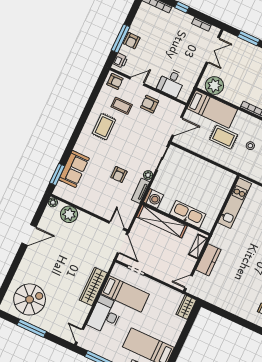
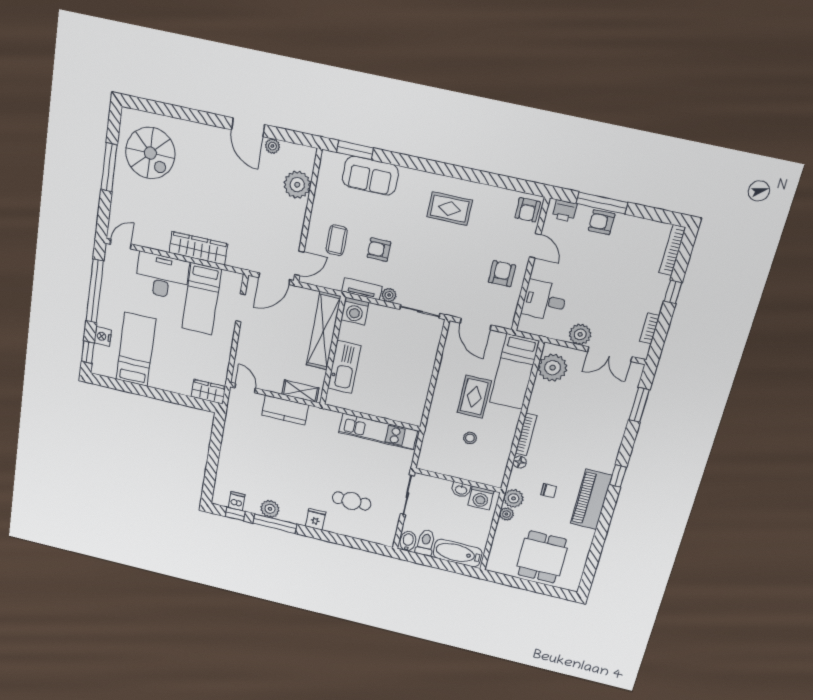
plant: (197, 65) -> (580, 334), added
coffee table: (122, 106) -> (337, 240), moved
plant: (53, 202) -> (272, 146), moved

